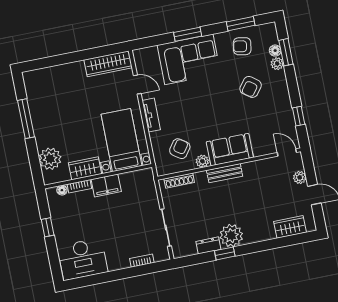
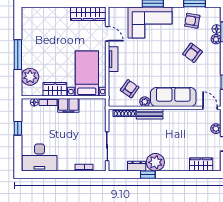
window: (26, 119) -> (18, 55), moved
sofa: (230, 150) -> (173, 97), width x1.36
bench: (225, 173) -> (150, 114), moved

